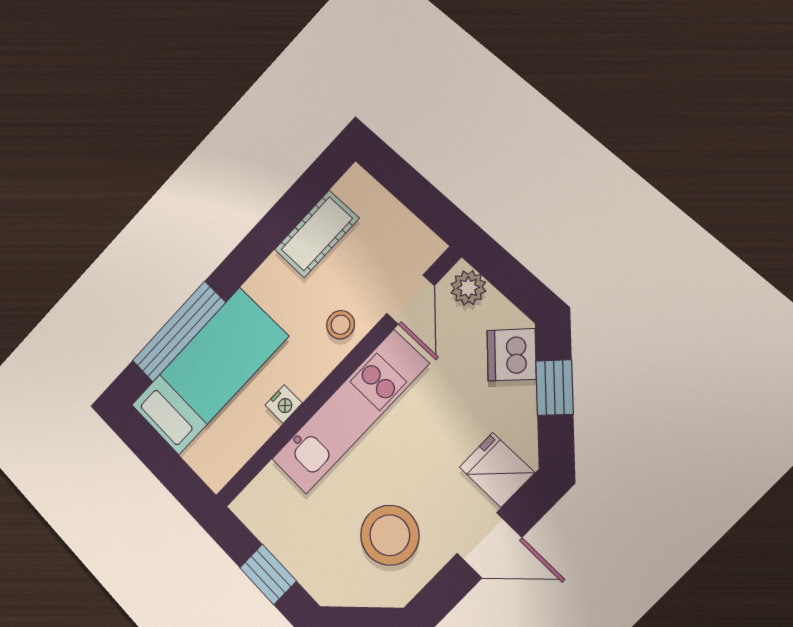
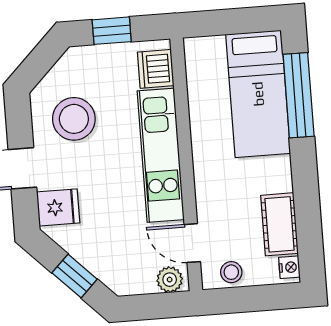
stool: (341, 325) -> (231, 272), moved
dishwasher: (511, 355) -> (156, 69), moved, turned -135
nightstand: (284, 404) -> (289, 267), moved, turned 180

